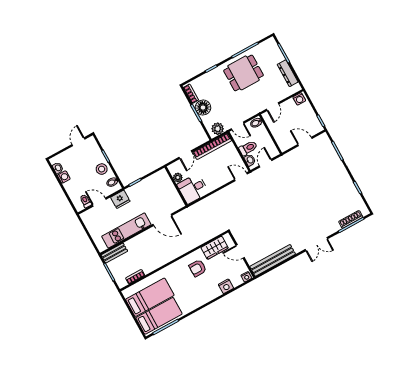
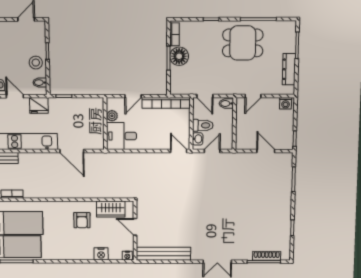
plant: (218, 129) -> (182, 87), removed
armchair: (198, 268) -> (82, 220), turned -90

